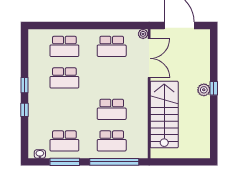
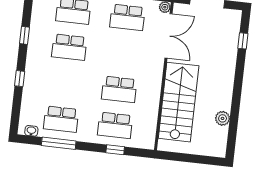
window: (25, 85) -> (25, 35), moved
window: (214, 88) -> (243, 41), moved
plant: (204, 90) -> (223, 118), moved
window: (114, 162) -> (115, 150), width x0.32

